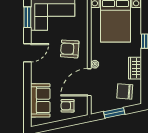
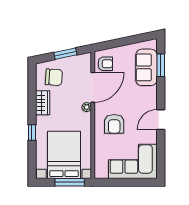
window: (27, 17) -> (161, 65), moved
armchair: (70, 49) -> (114, 124), turned 86
armchair: (68, 106) -> (105, 64), moved

